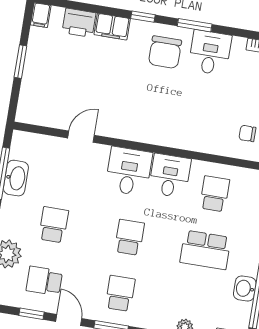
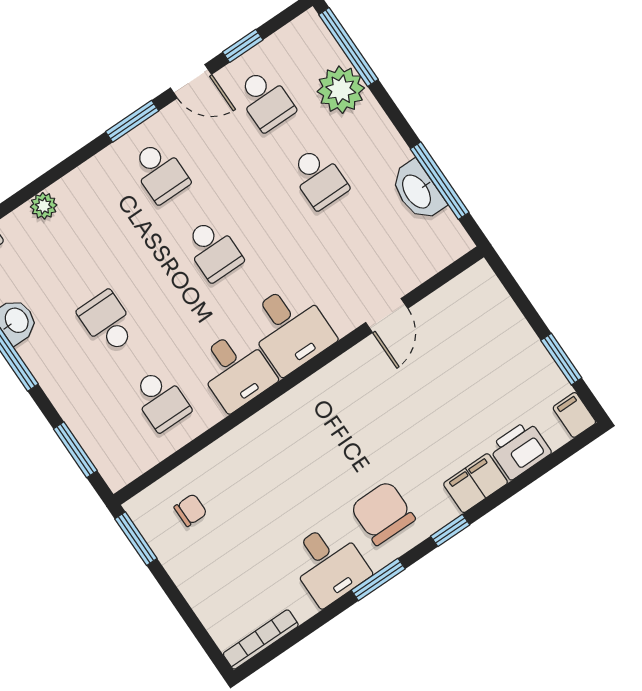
window: (20, 62) -> (561, 359), moved
school desk: (205, 250) -> (107, 322), width x0.54
school desk: (44, 281) -> (265, 100), turned 90

